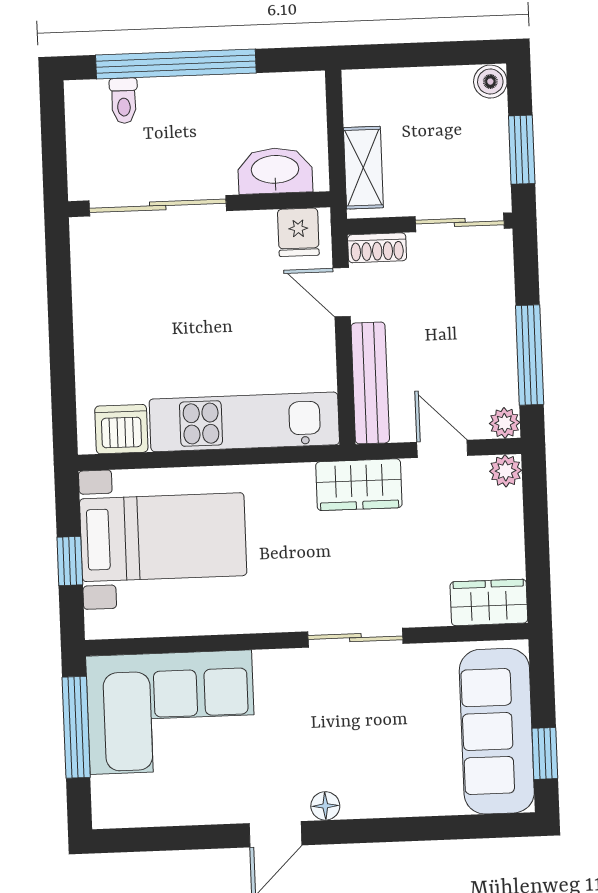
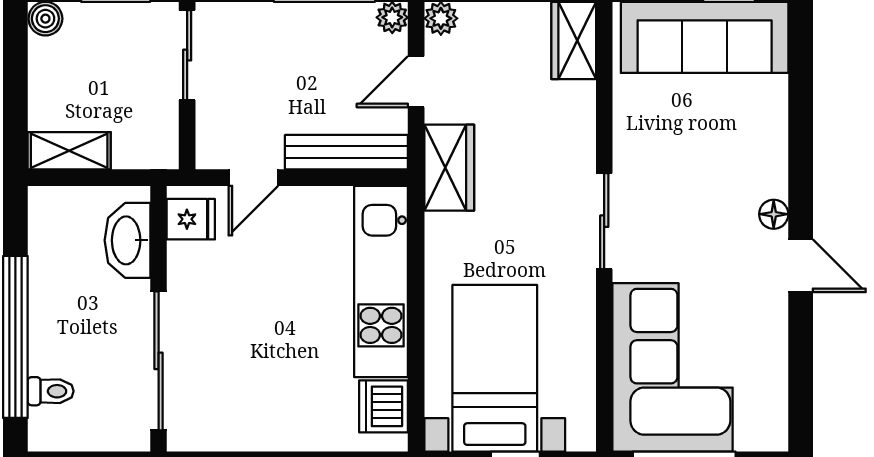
shelving: (363, 168) -> (69, 151), moved
shoe rack: (377, 248) -> (210, 140), removed
sliding door: (355, 638) -> (604, 221), moved

